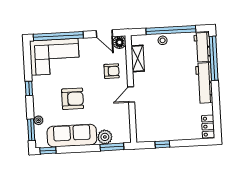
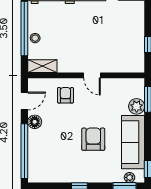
floor lamp: (119, 42) -> (35, 122), moved
corner sofa: (55, 57) -> (47, 156), removed
shelving: (138, 58) -> (42, 66), moved
plant: (38, 120) -> (129, 177), moved

